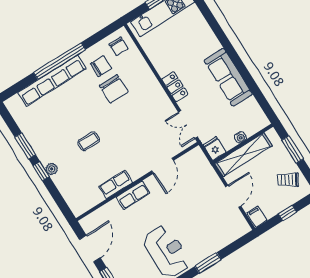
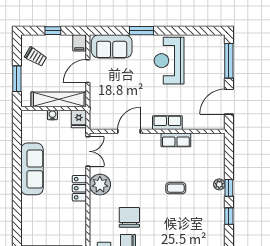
plant: (158, 102) -> (100, 185), added
window: (25, 146) -> (229, 216), width x0.67
sofa: (226, 232) -> (112, 46), added

